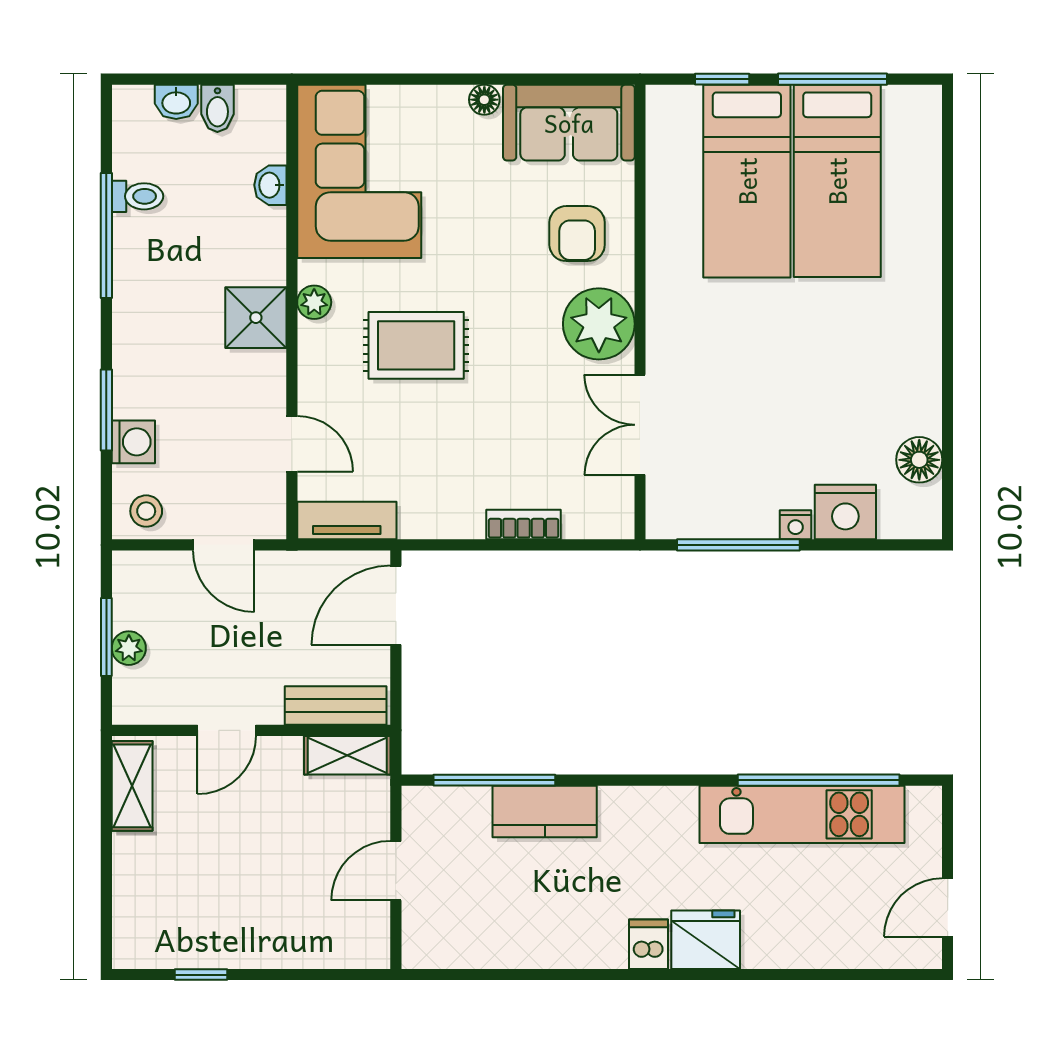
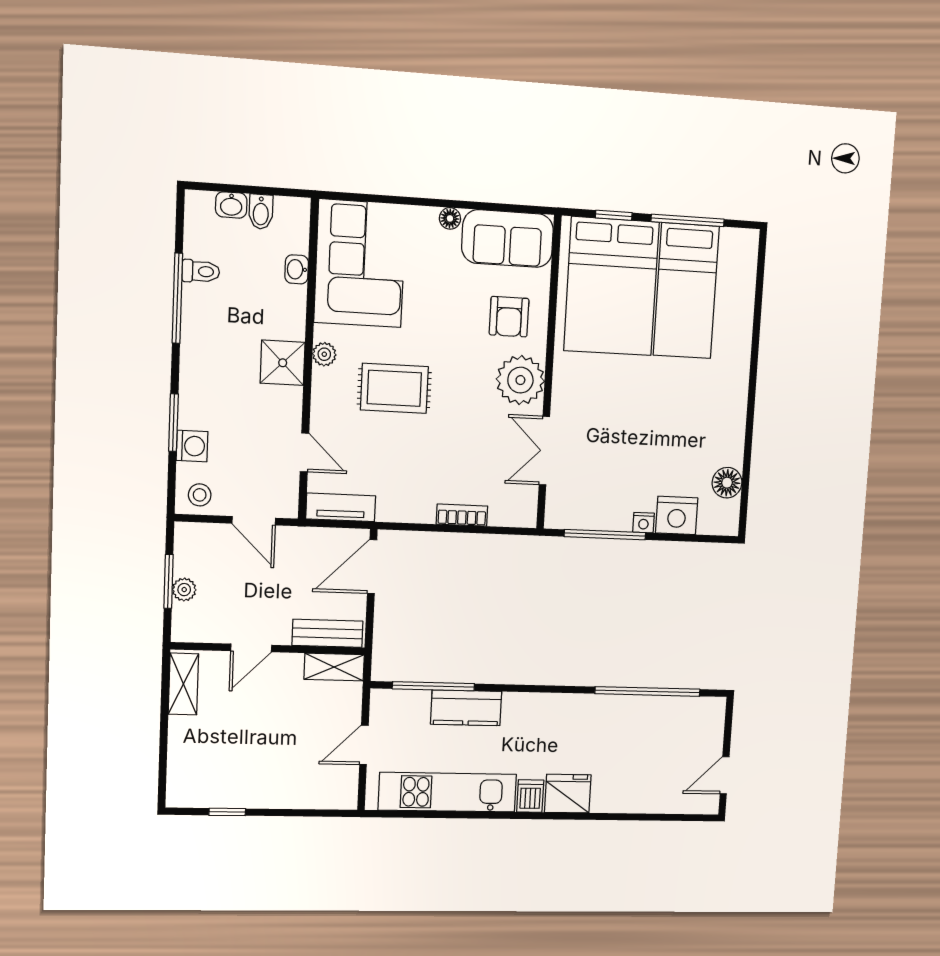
bed: (747, 181) -> (611, 286), width x1.50
kitchen unit: (802, 814) -> (447, 792), moved, turned 180

